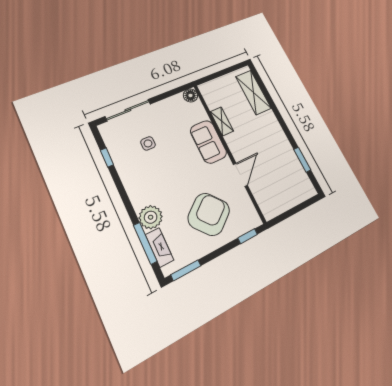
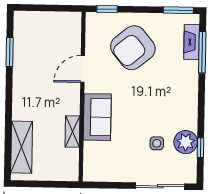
floor lamp: (190, 95) -> (91, 174), removed
plant: (151, 217) -> (186, 142), moved

